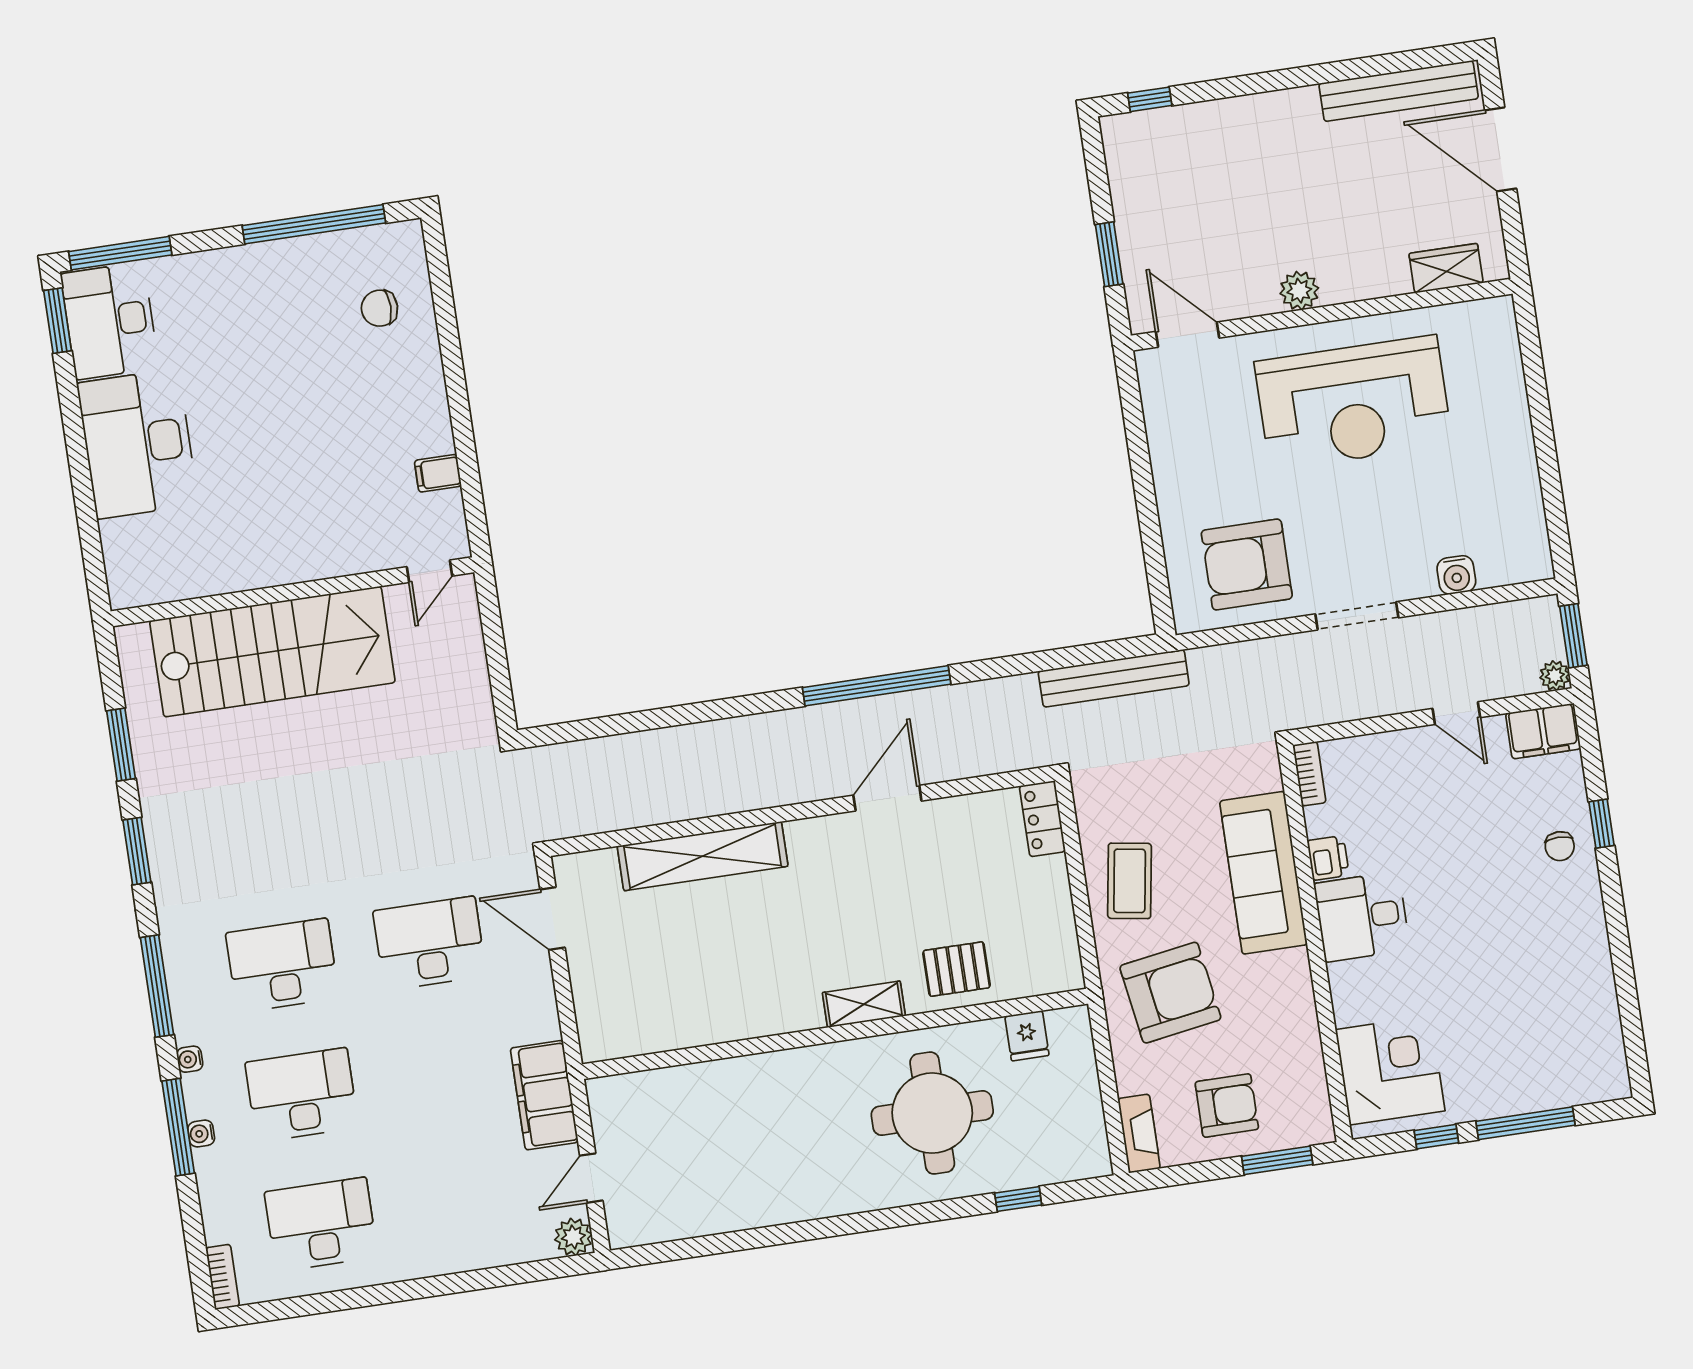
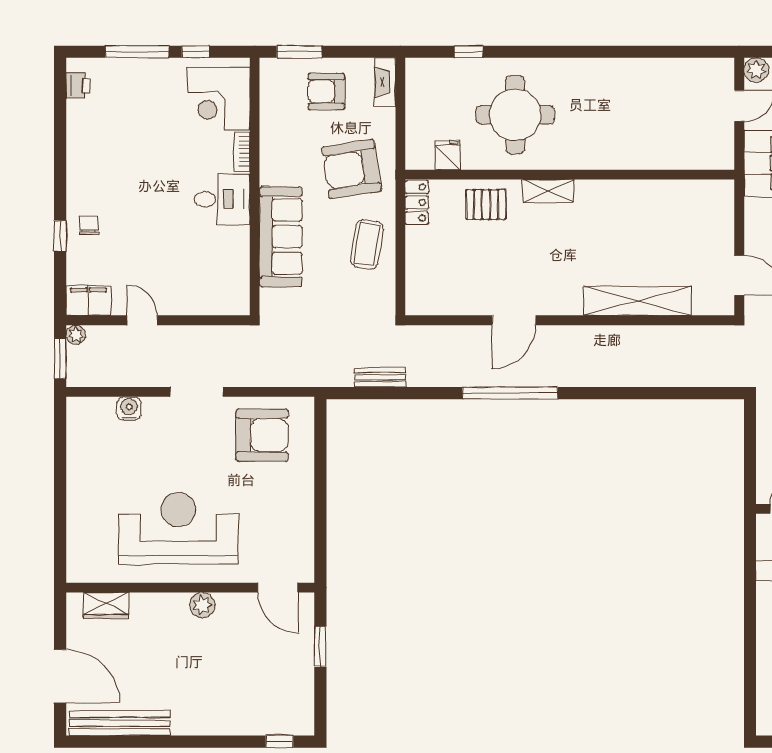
bench: (1114, 678) -> (380, 377), width x0.54, depth x0.82
bookcase: (1309, 774) -> (242, 152), moved
locker: (1042, 819) -> (417, 203), moved
printer: (1328, 858) -> (78, 86), moved, turned 180

